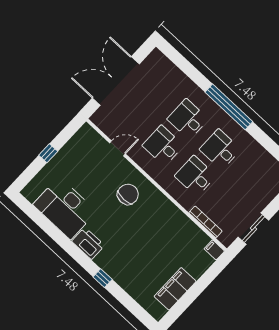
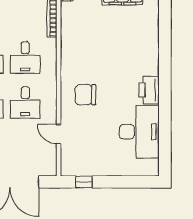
window: (48, 153) -> (84, 182), moved
window: (103, 278) -> (165, 55), removed

